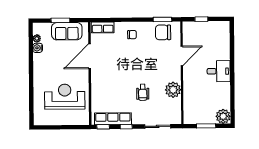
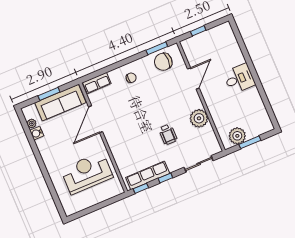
sofa: (67, 31) -> (60, 103), width x1.36
plant: (223, 116) -> (237, 136), moved

